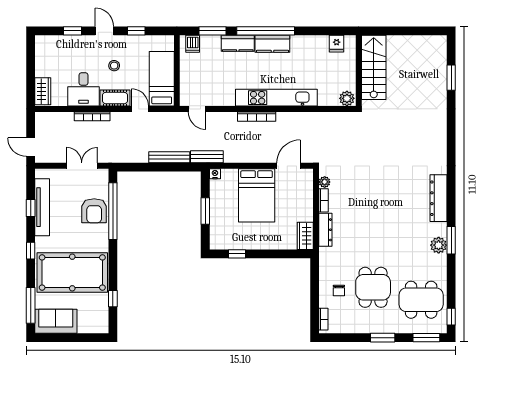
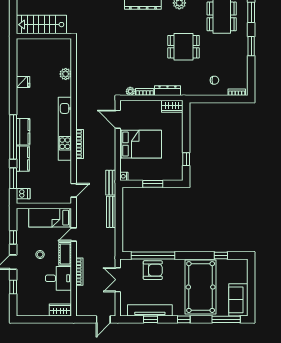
stairs: (374, 67) -> (41, 25), moved
wall: (359, 71) -> (44, 36), moved
dining table: (373, 287) -> (184, 47), moved

